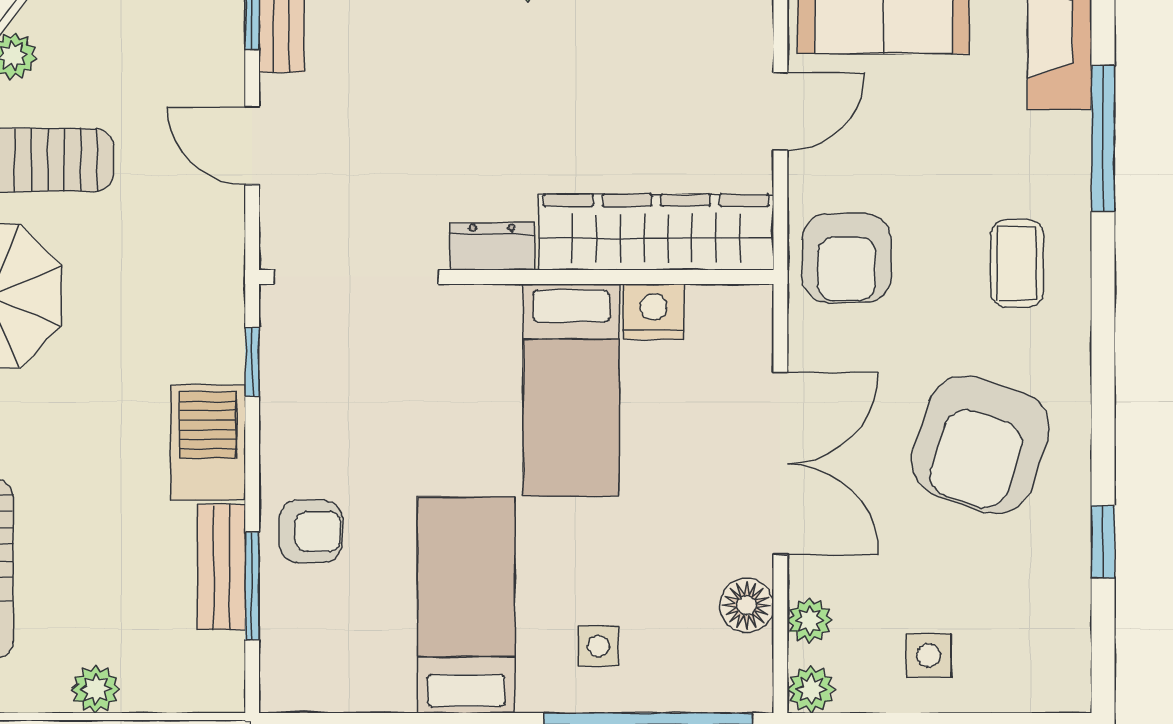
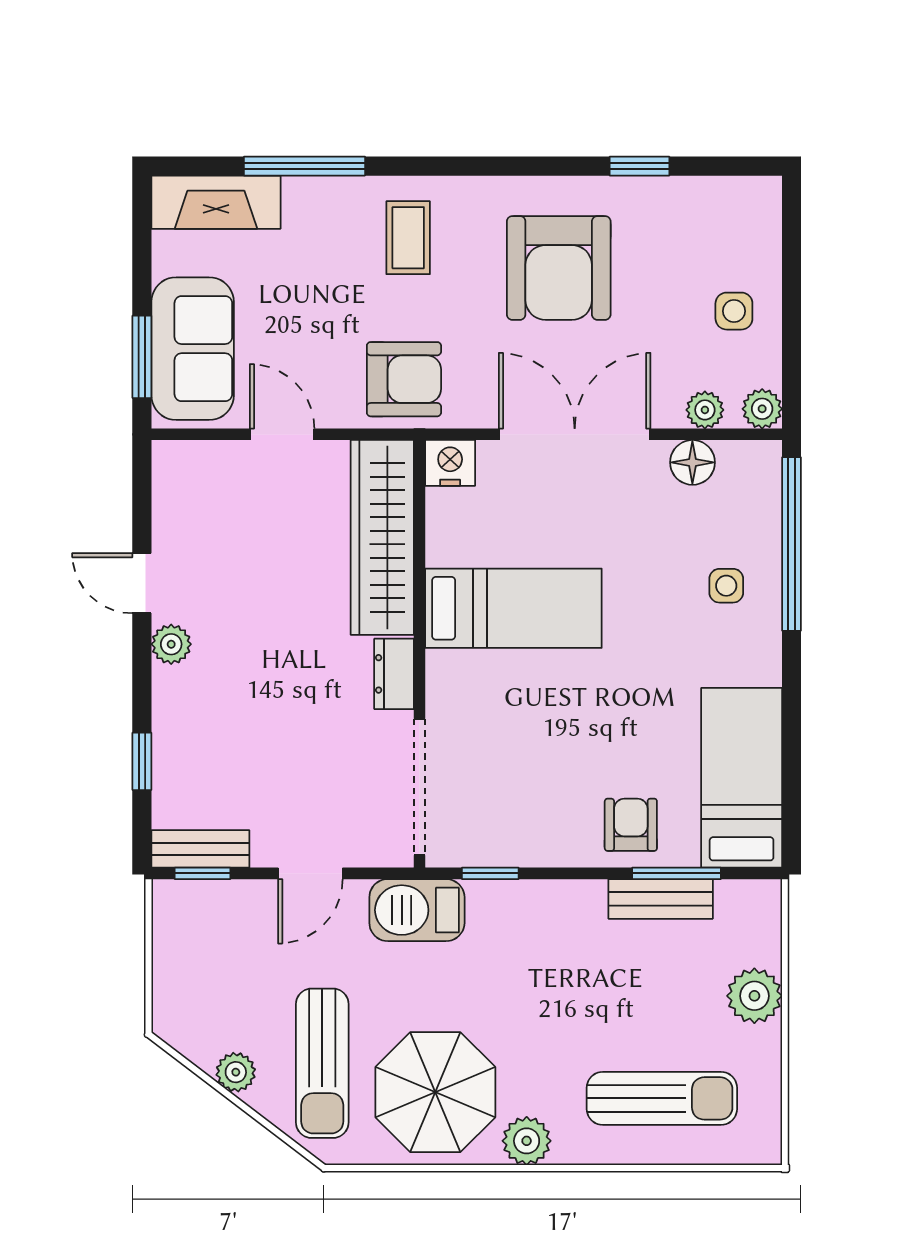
coffee table: (1017, 263) -> (408, 238), turned 90
nightstand: (654, 311) -> (450, 463), moved, turned 90
barbecue: (208, 442) -> (417, 910), moved
armchair: (981, 444) -> (559, 268), turned 72
bed: (466, 605) -> (742, 778), moved, turned 90
plant: (96, 689) -> (754, 996), width x1.38, depth x1.38

